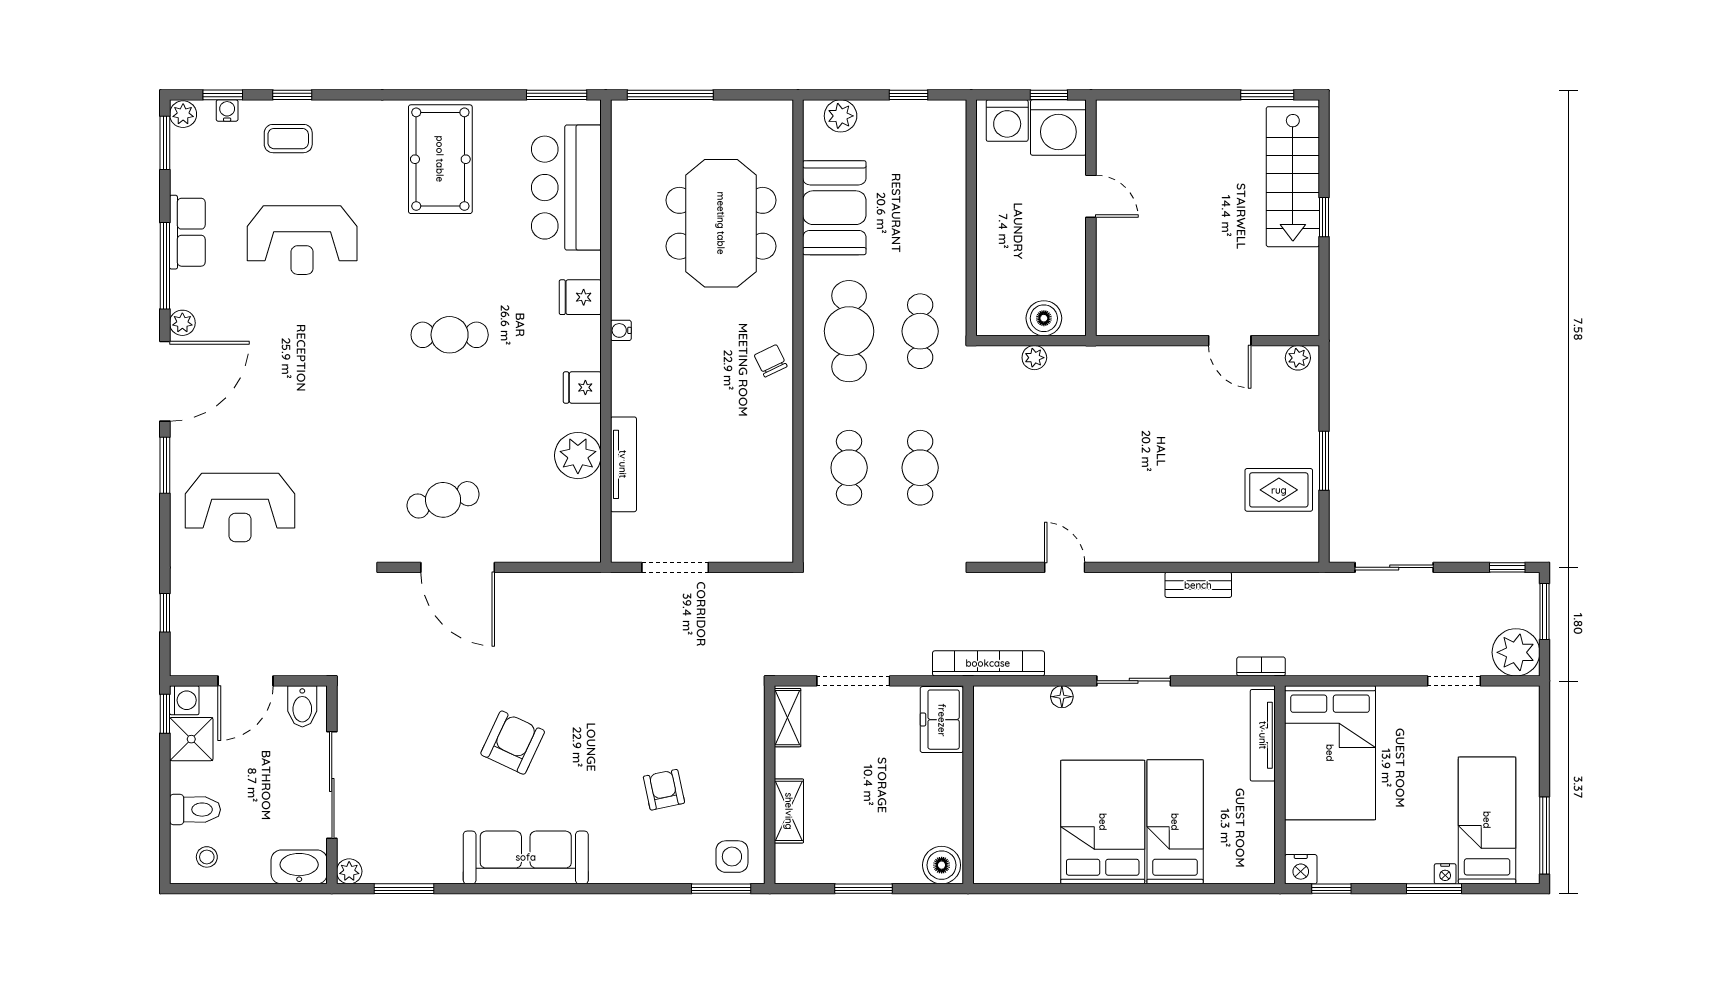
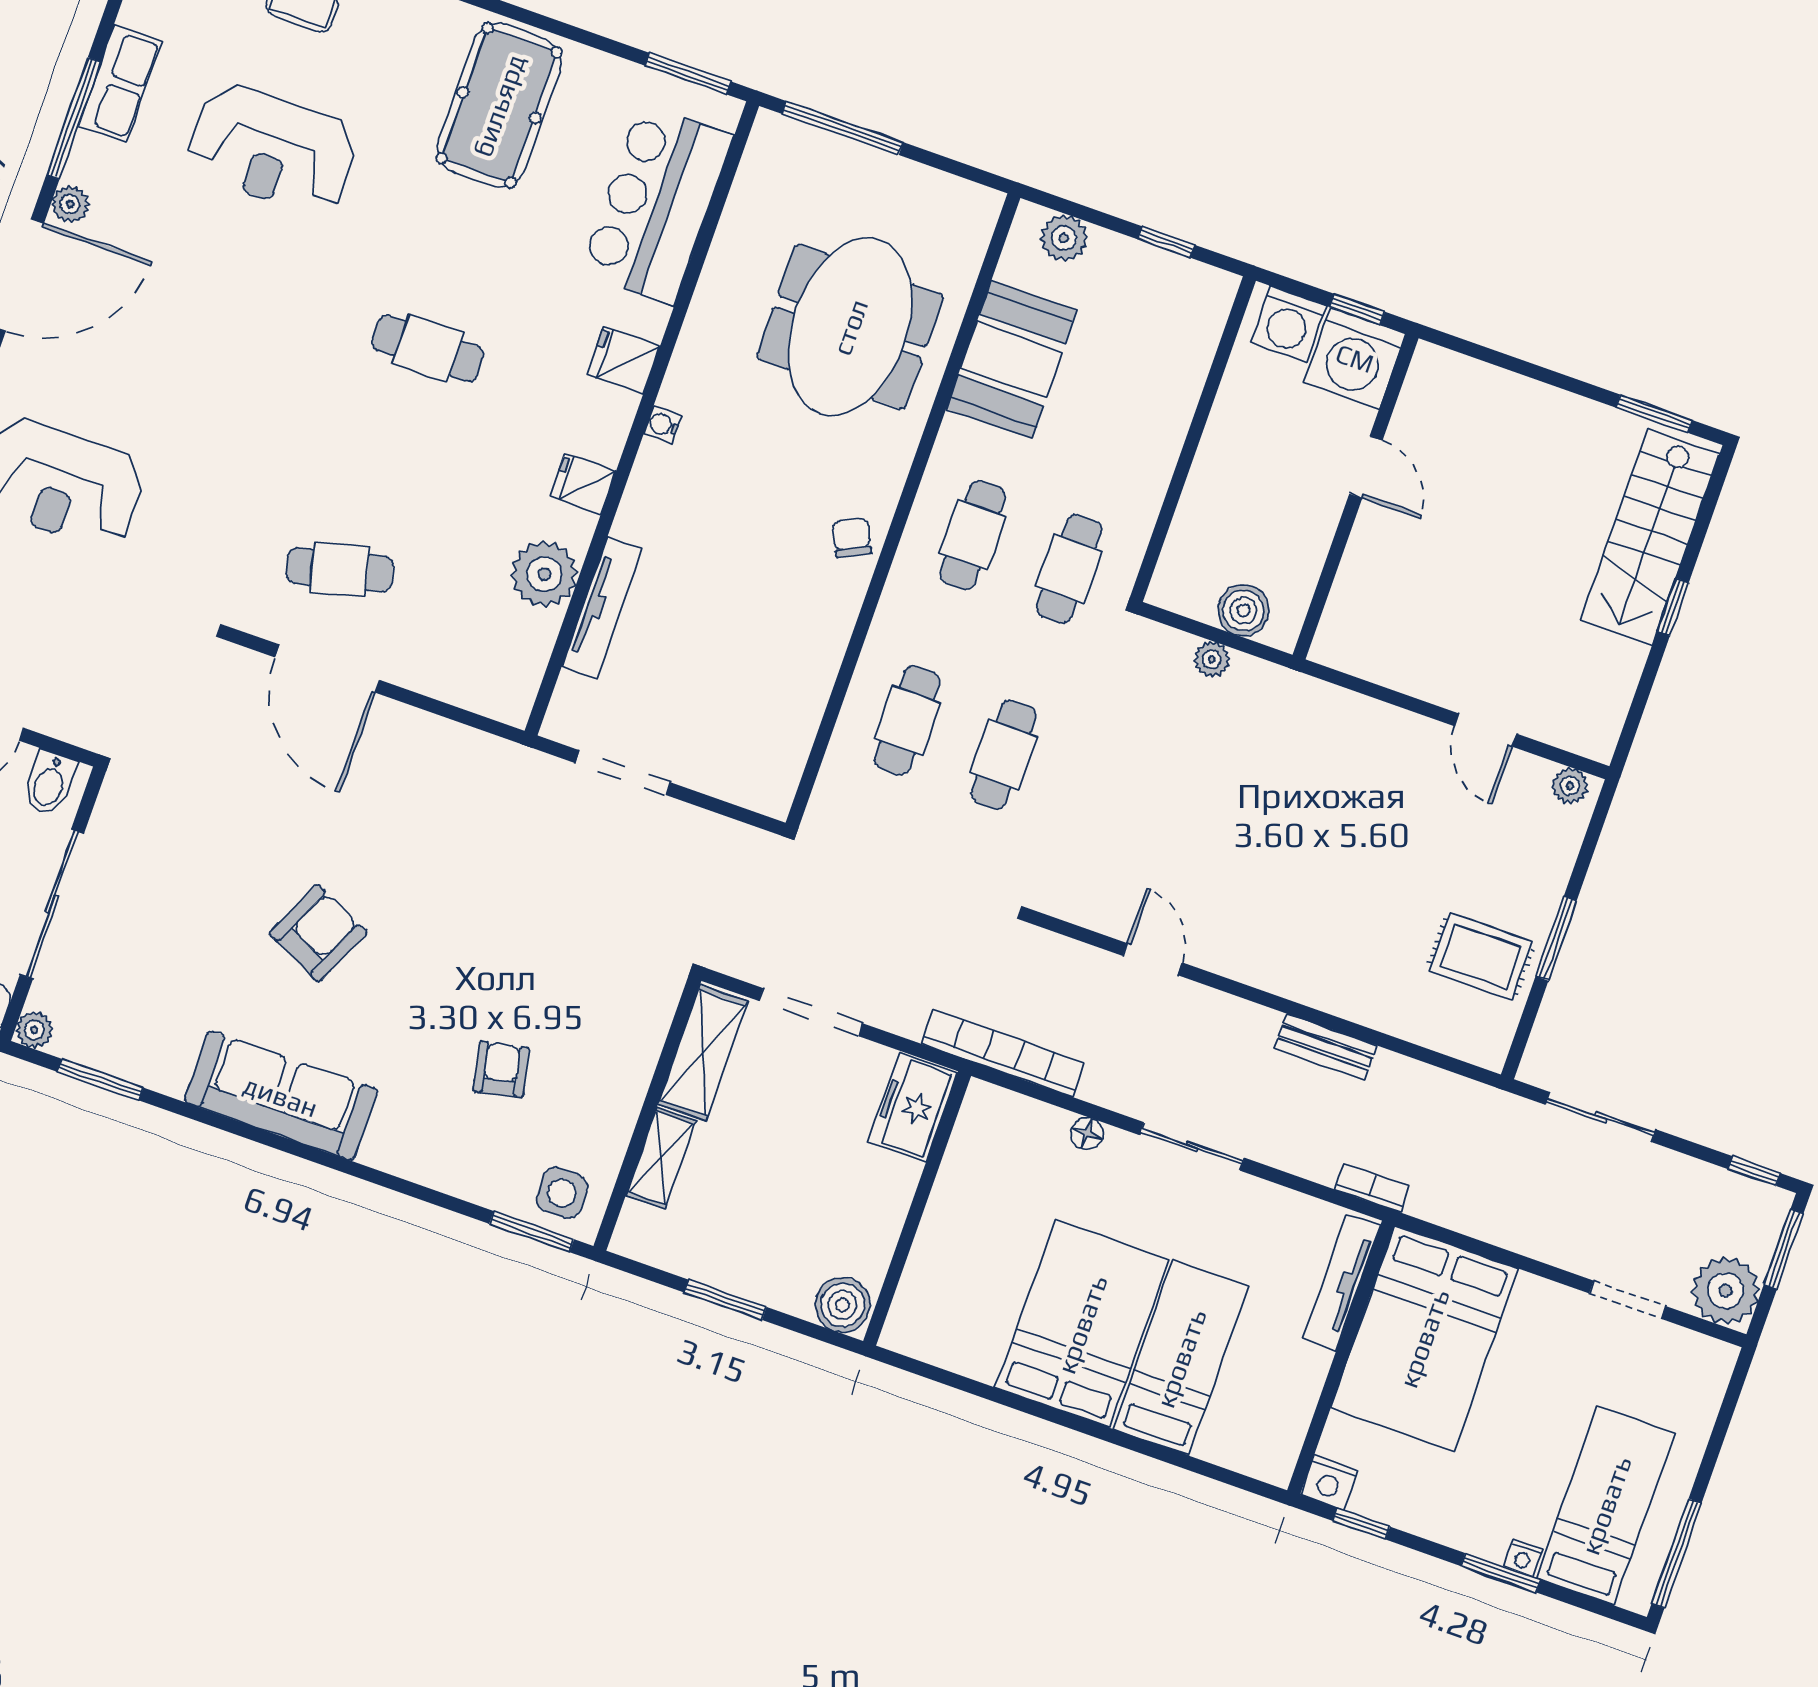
cafe table: (849, 331) -> (972, 535), width x0.73, depth x0.74
shelving: (788, 718) -> (703, 1053), width x1.50, depth x1.33

